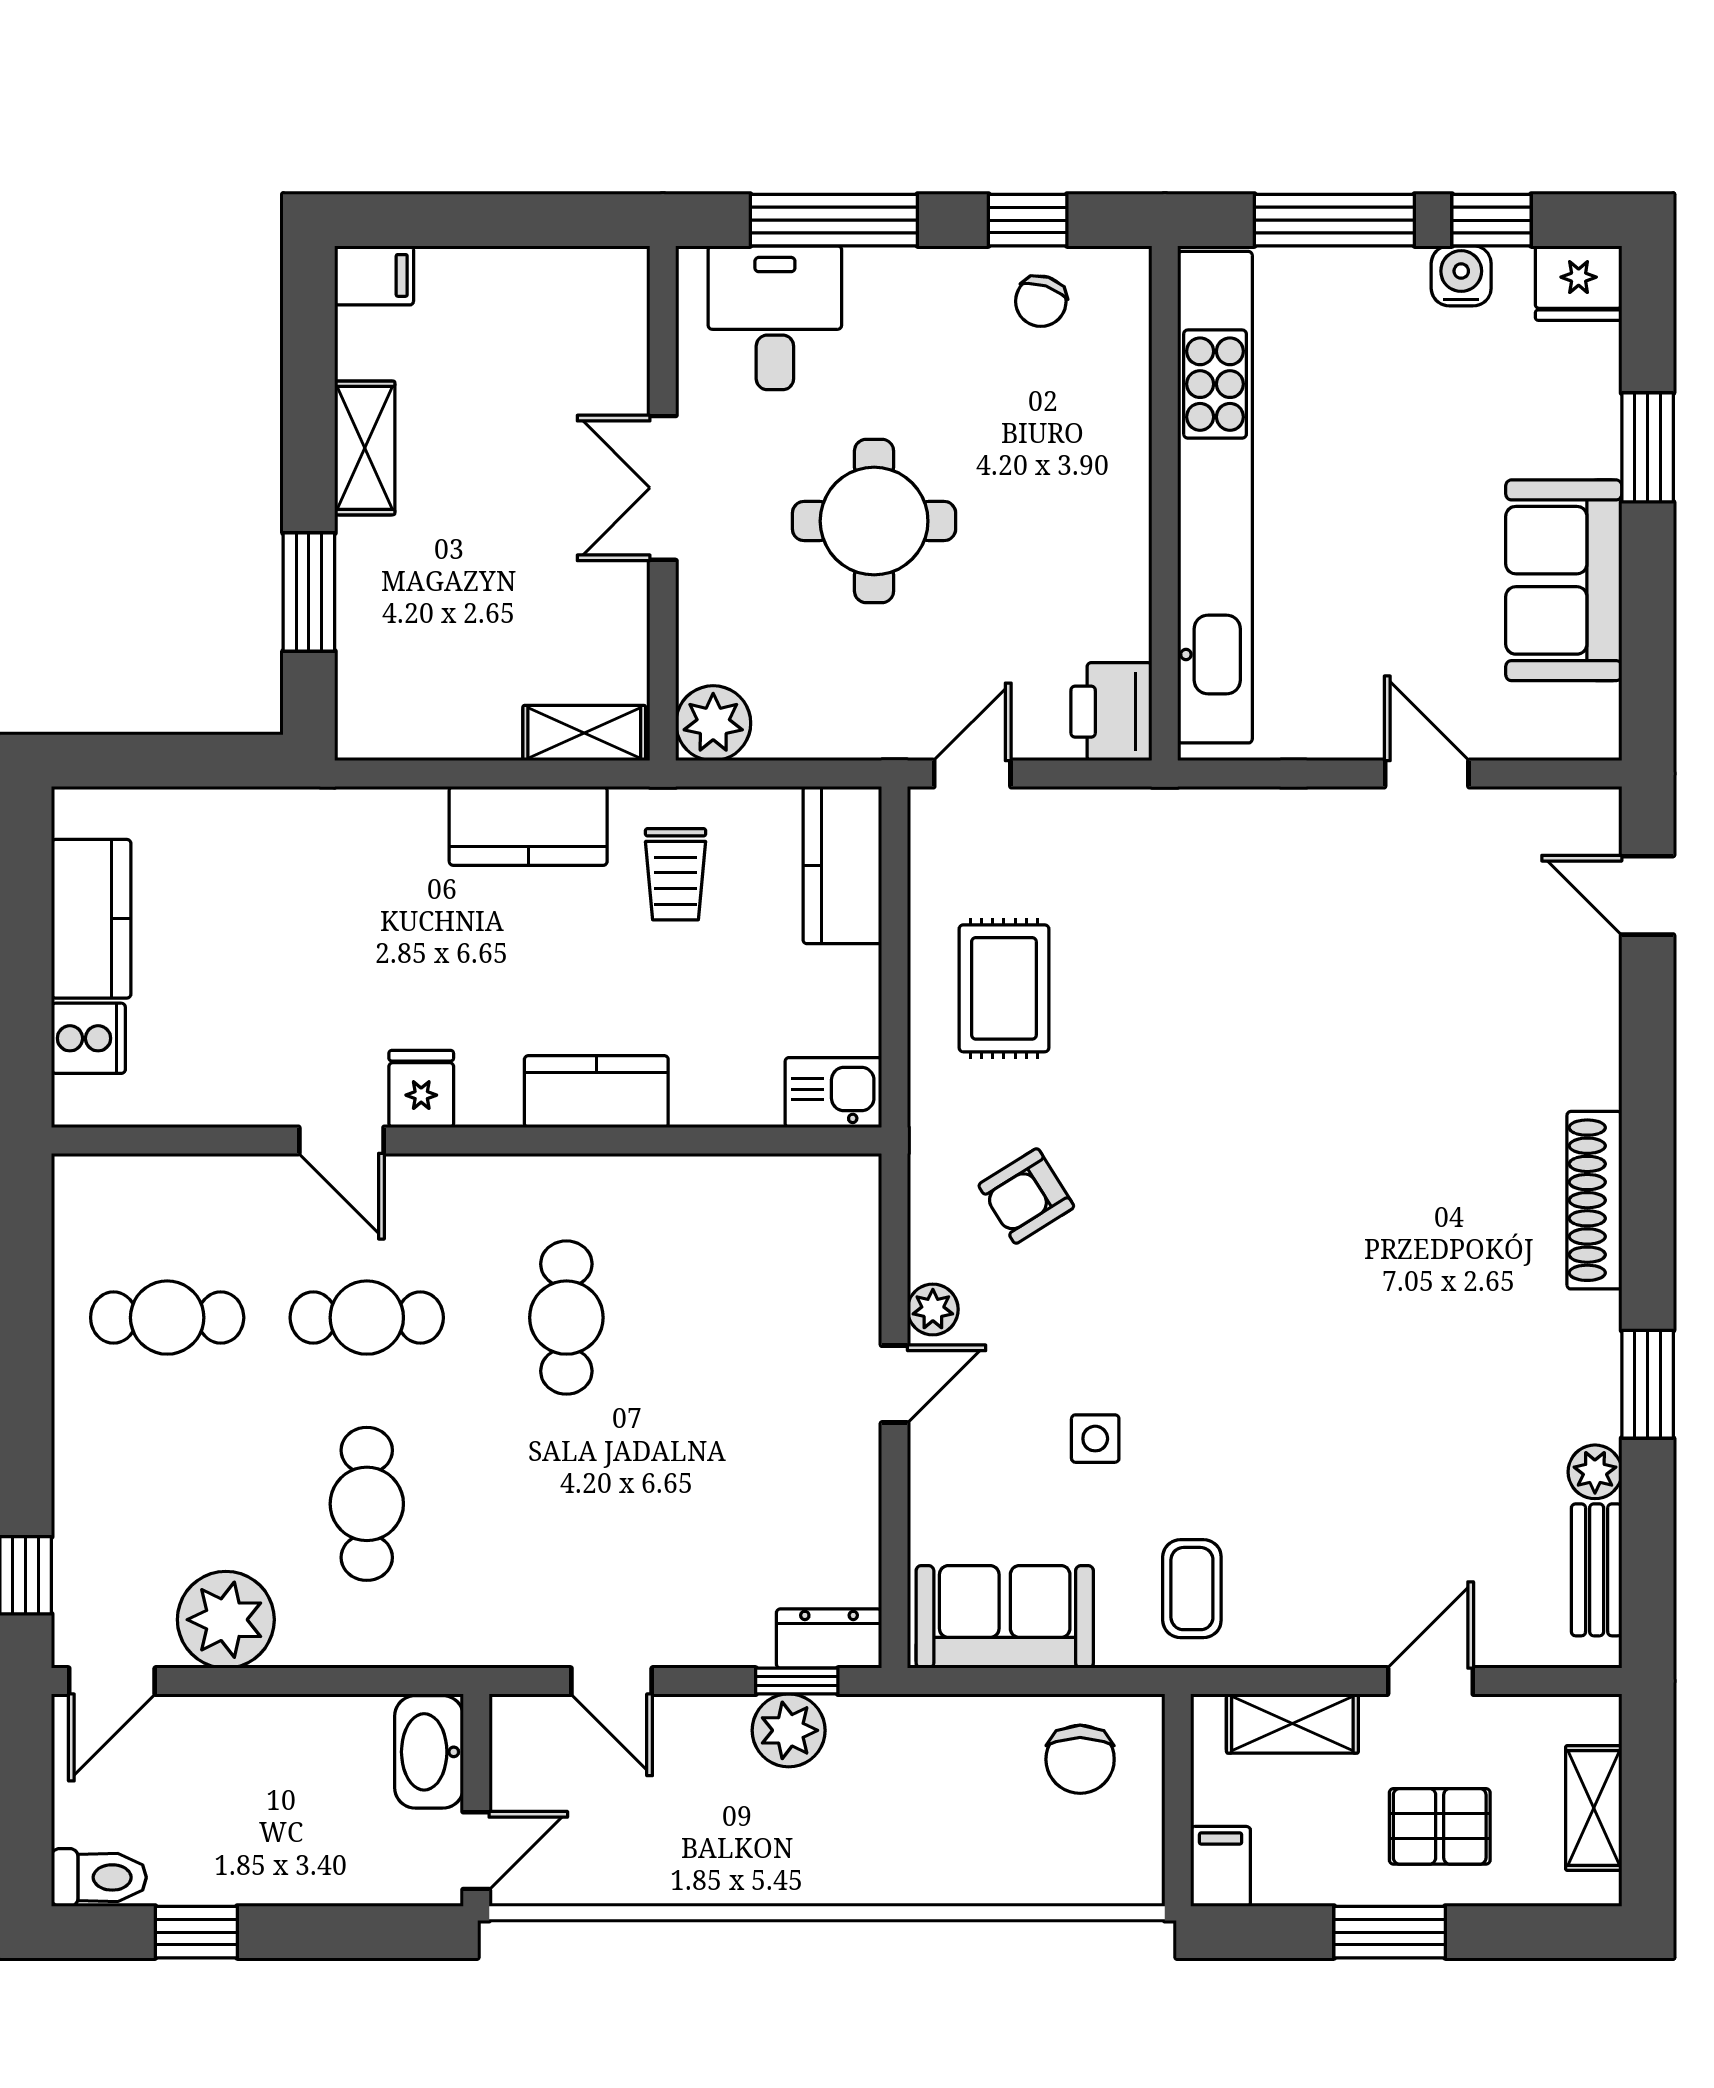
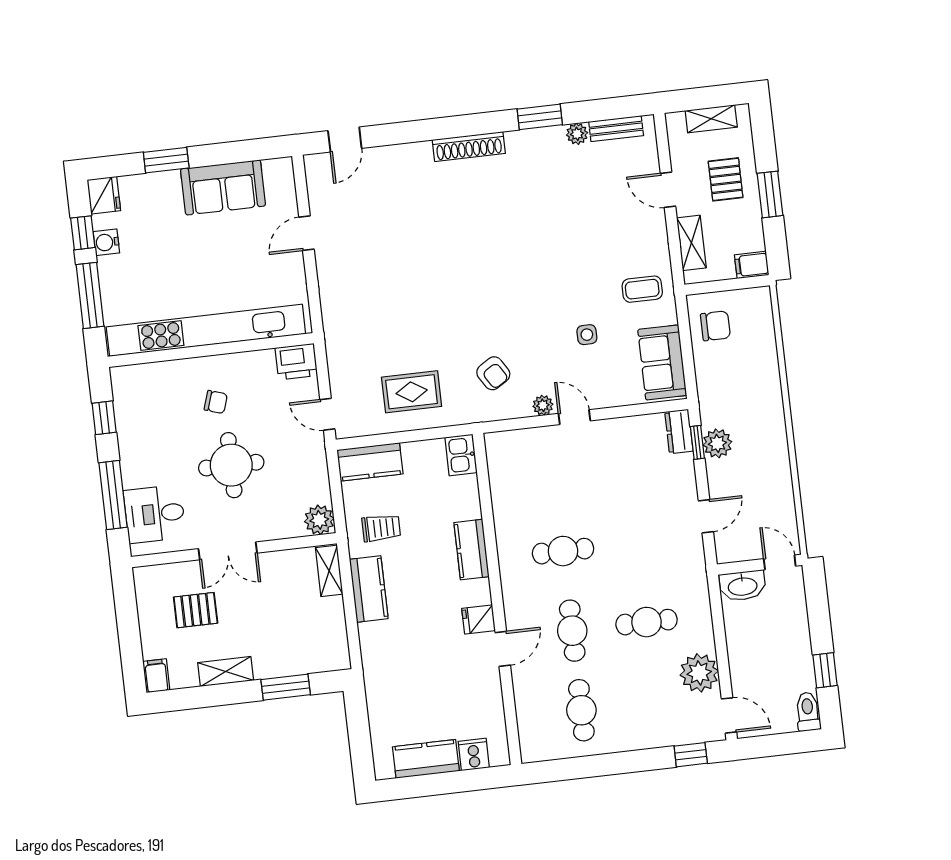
chair: (1041, 301) -> (216, 402), moved
pallet: (525, 391) -> (196, 610), added

